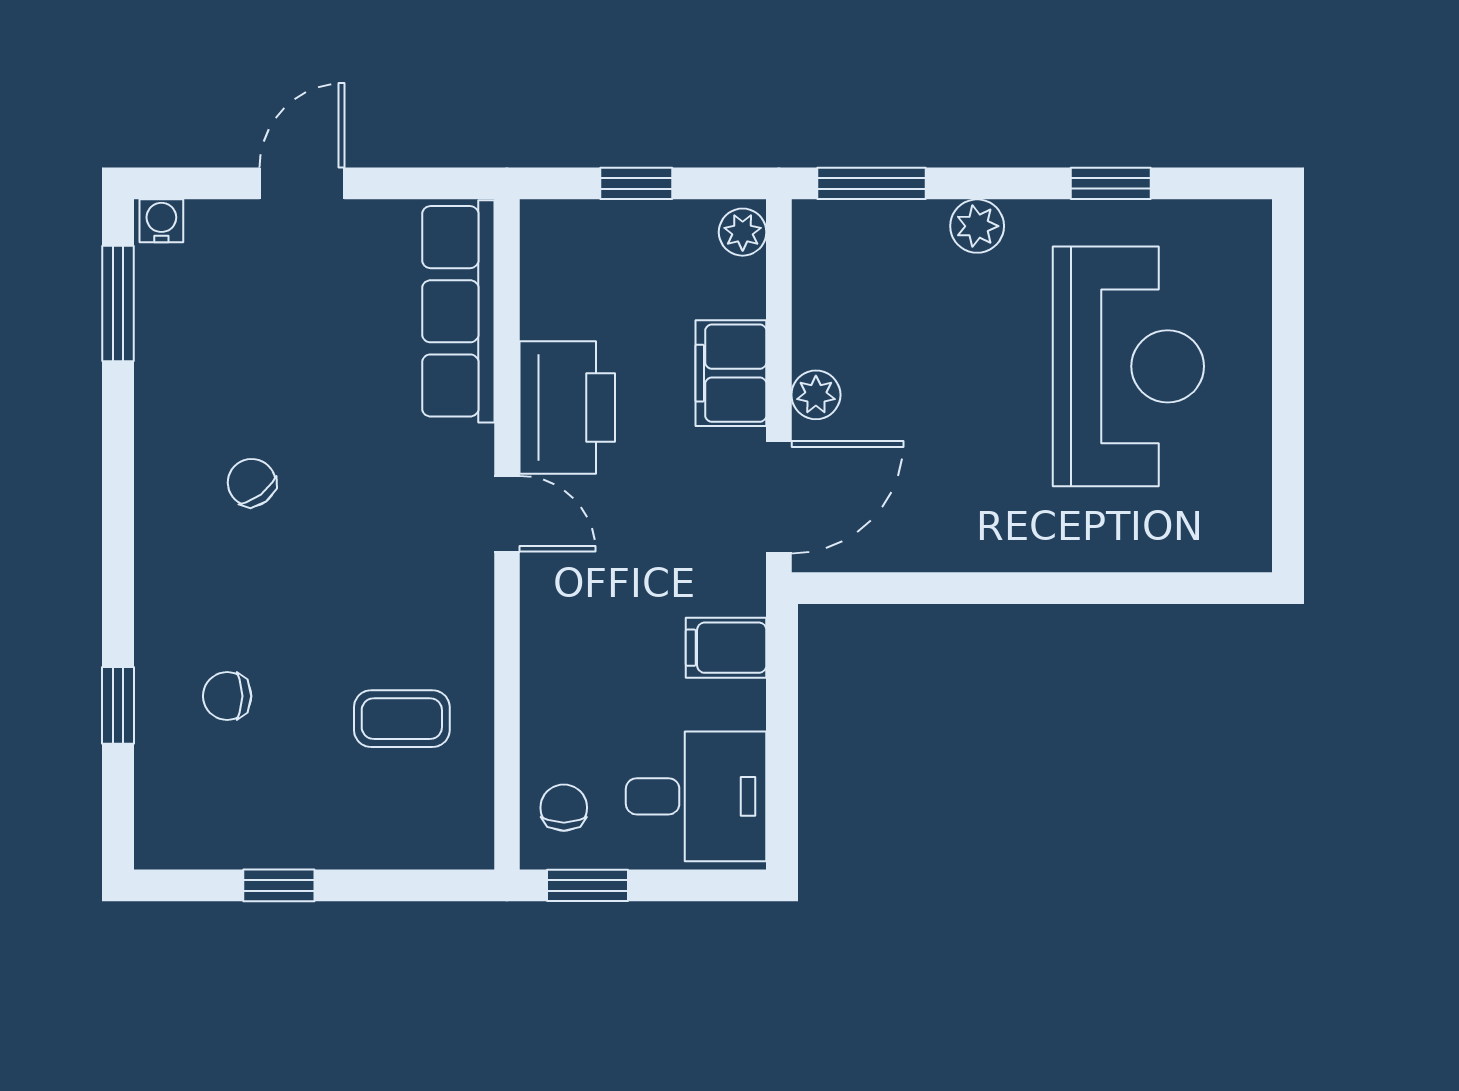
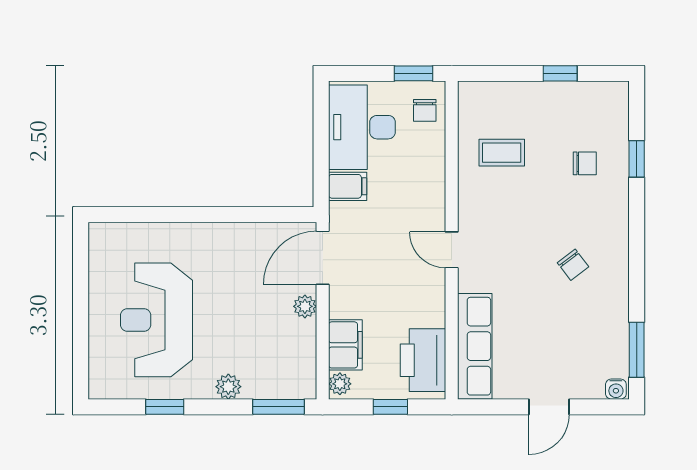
filing cabinet: (731, 373) -> (345, 345), moved
printer: (567, 408) -> (423, 360), moved
desk: (696, 796) -> (362, 127), width x1.37

